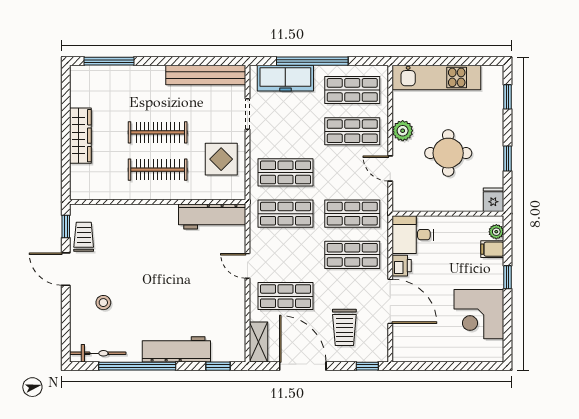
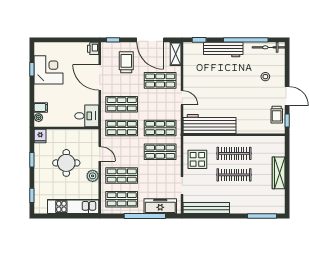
workbench: (212, 216) -> (210, 124), width x1.36, depth x1.32
printer: (402, 266) -> (93, 49), moved
window: (508, 277) -> (32, 69), moved

